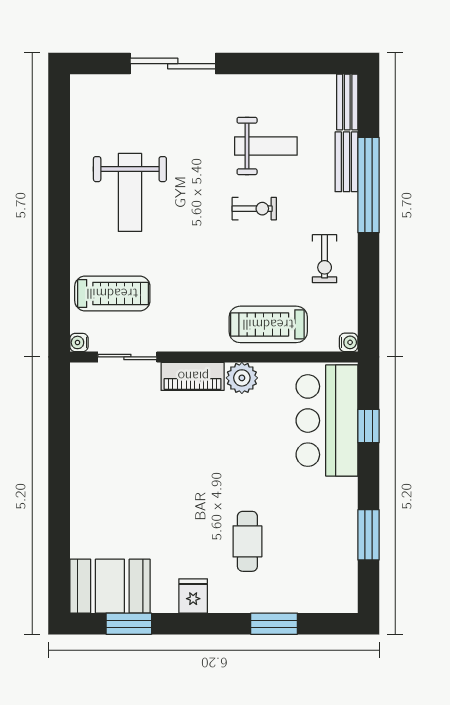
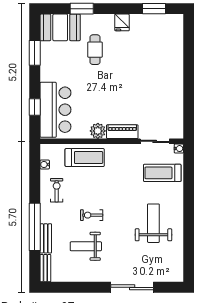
water cooler: (349, 342) -> (45, 164), moved
booth: (110, 586) -> (60, 27), moved

